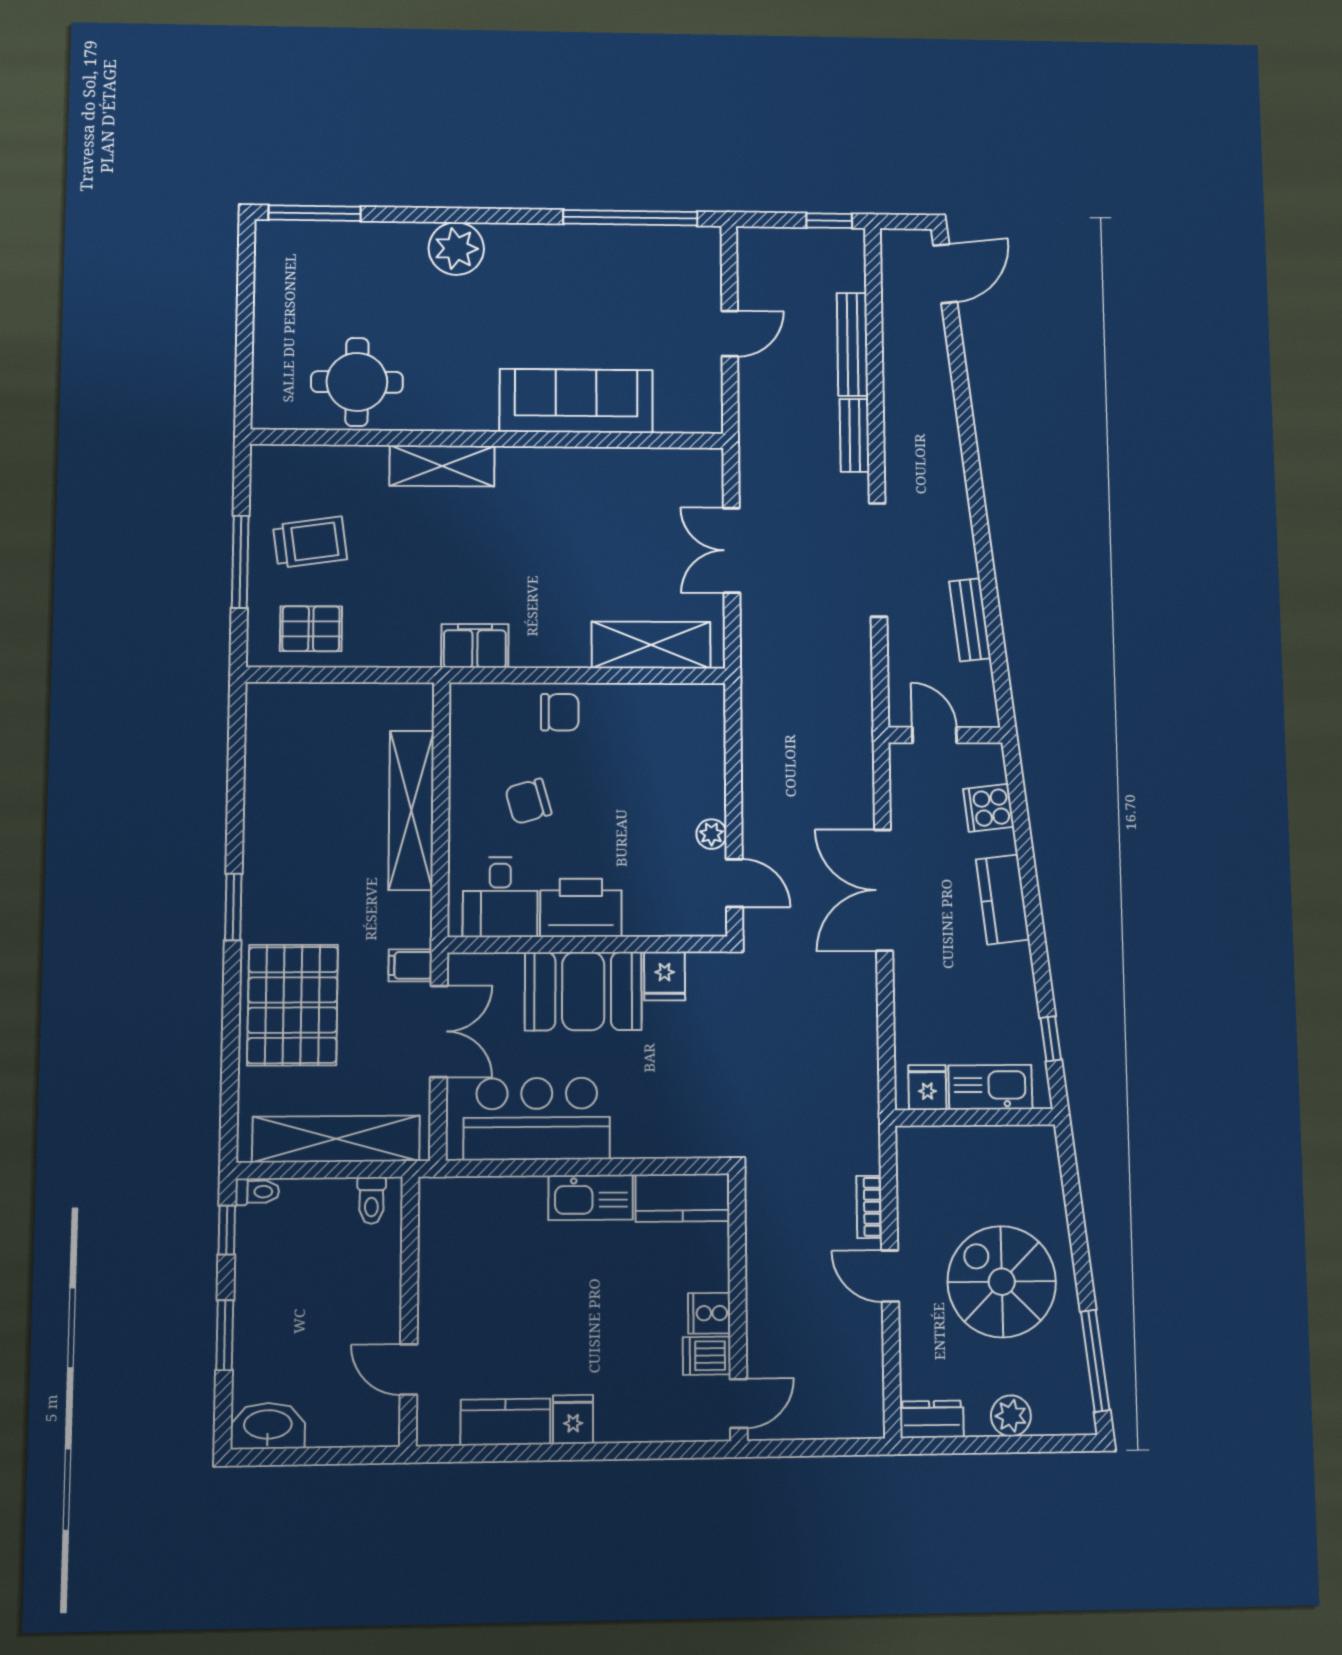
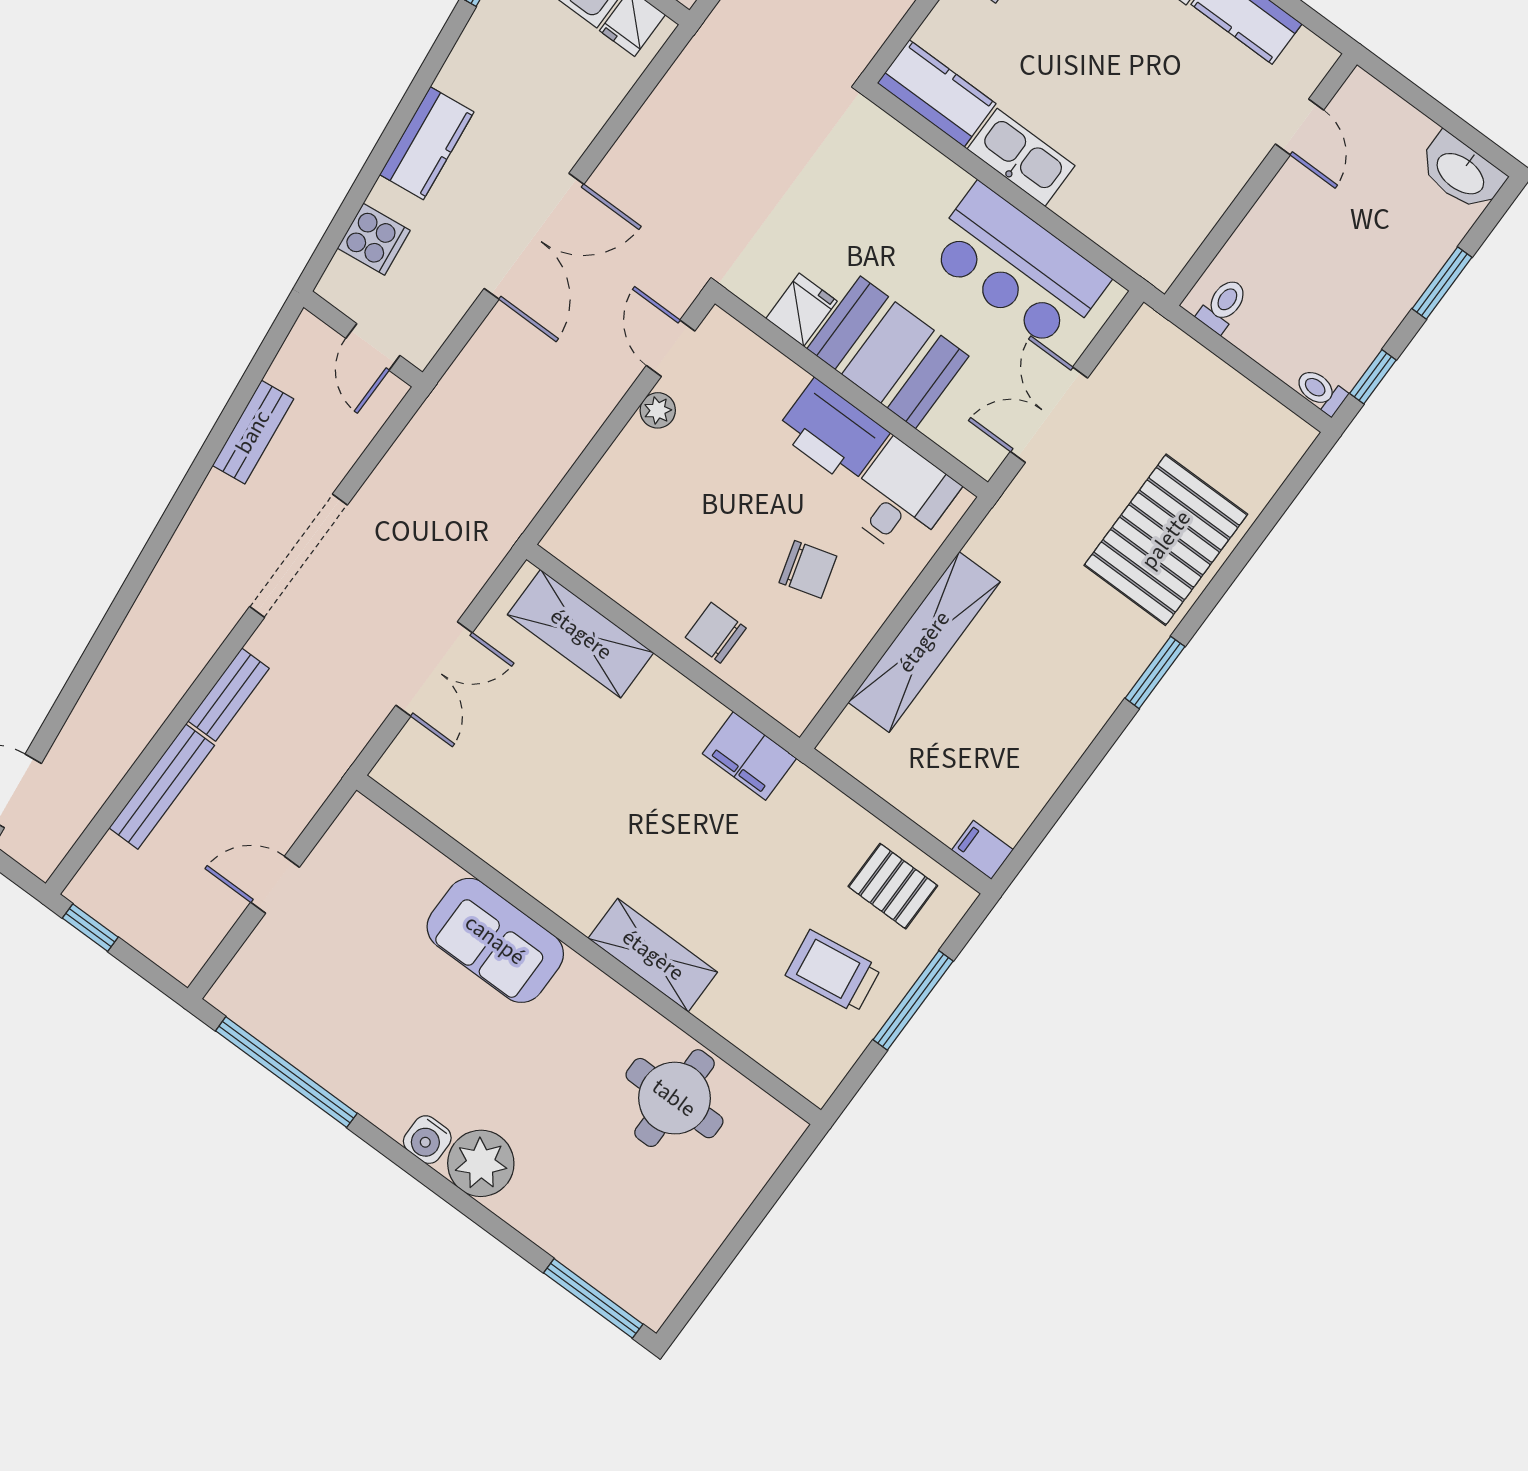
water cooler: (504, 239) -> (427, 1140), added
sofa: (576, 401) -> (495, 940), width x0.73
filing cabinet: (410, 965) -> (982, 850), moved, turned 180
shelving: (336, 1139) -> (1215, 386), removed

